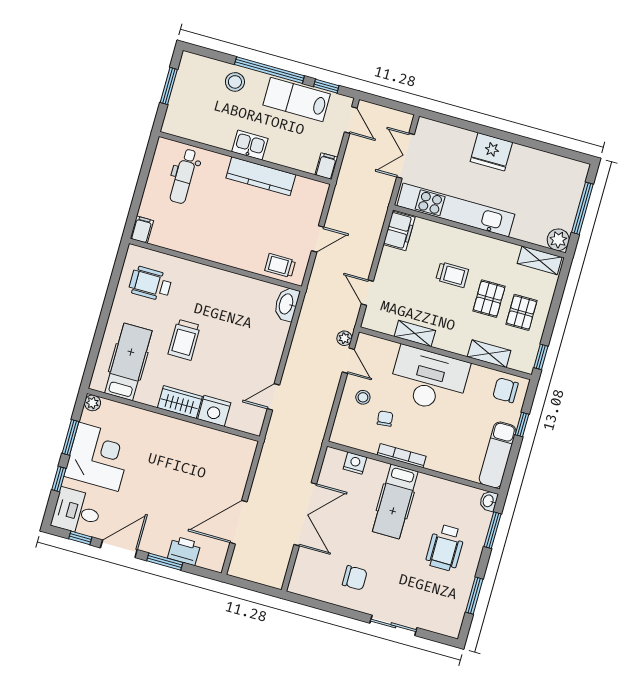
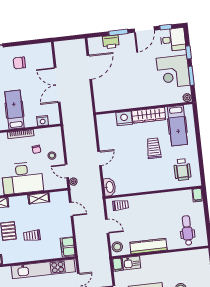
kitchen sink: (250, 145) -> (132, 263), moved
stool: (314, 197) -> (117, 247), added
door: (318, 239) -> (107, 226), swing flipped
wheelchair: (150, 284) -> (182, 170), turned 90
door: (273, 397) -> (100, 158), moved
wardrobe: (180, 402) -> (149, 115), width x1.50

